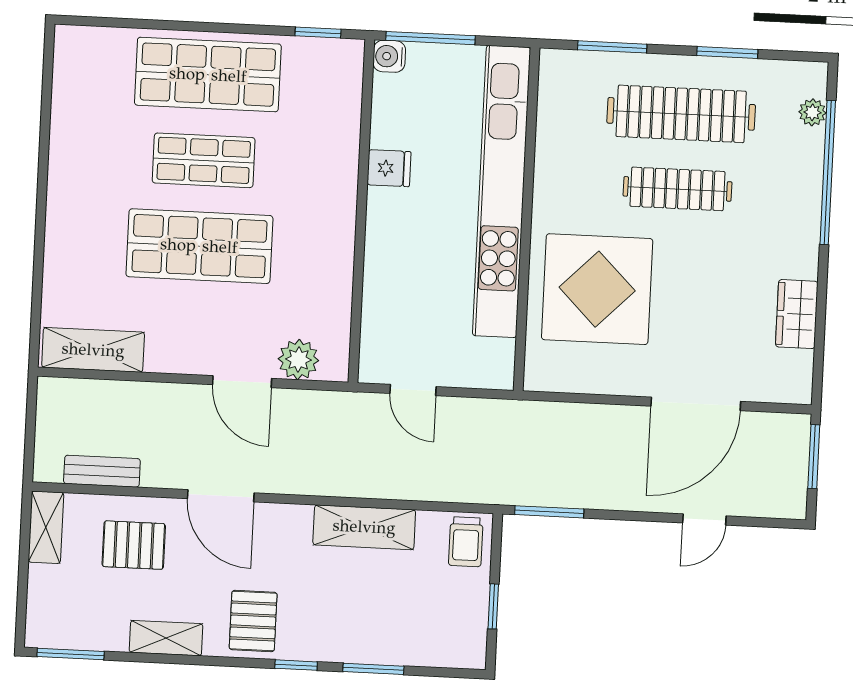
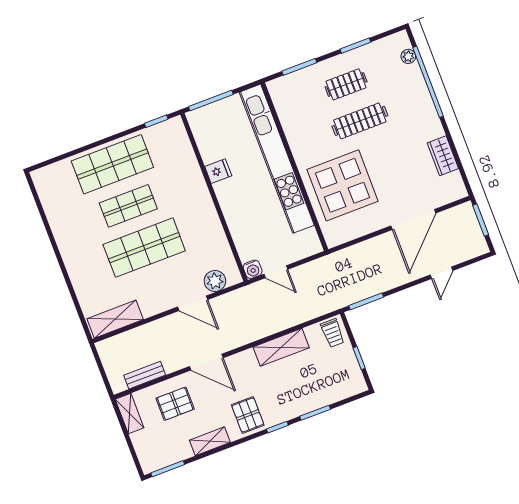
water cooler: (389, 56) -> (253, 269), moved, turned -90
clothes rail: (681, 114) -> (346, 84), width x0.54, depth x0.76

